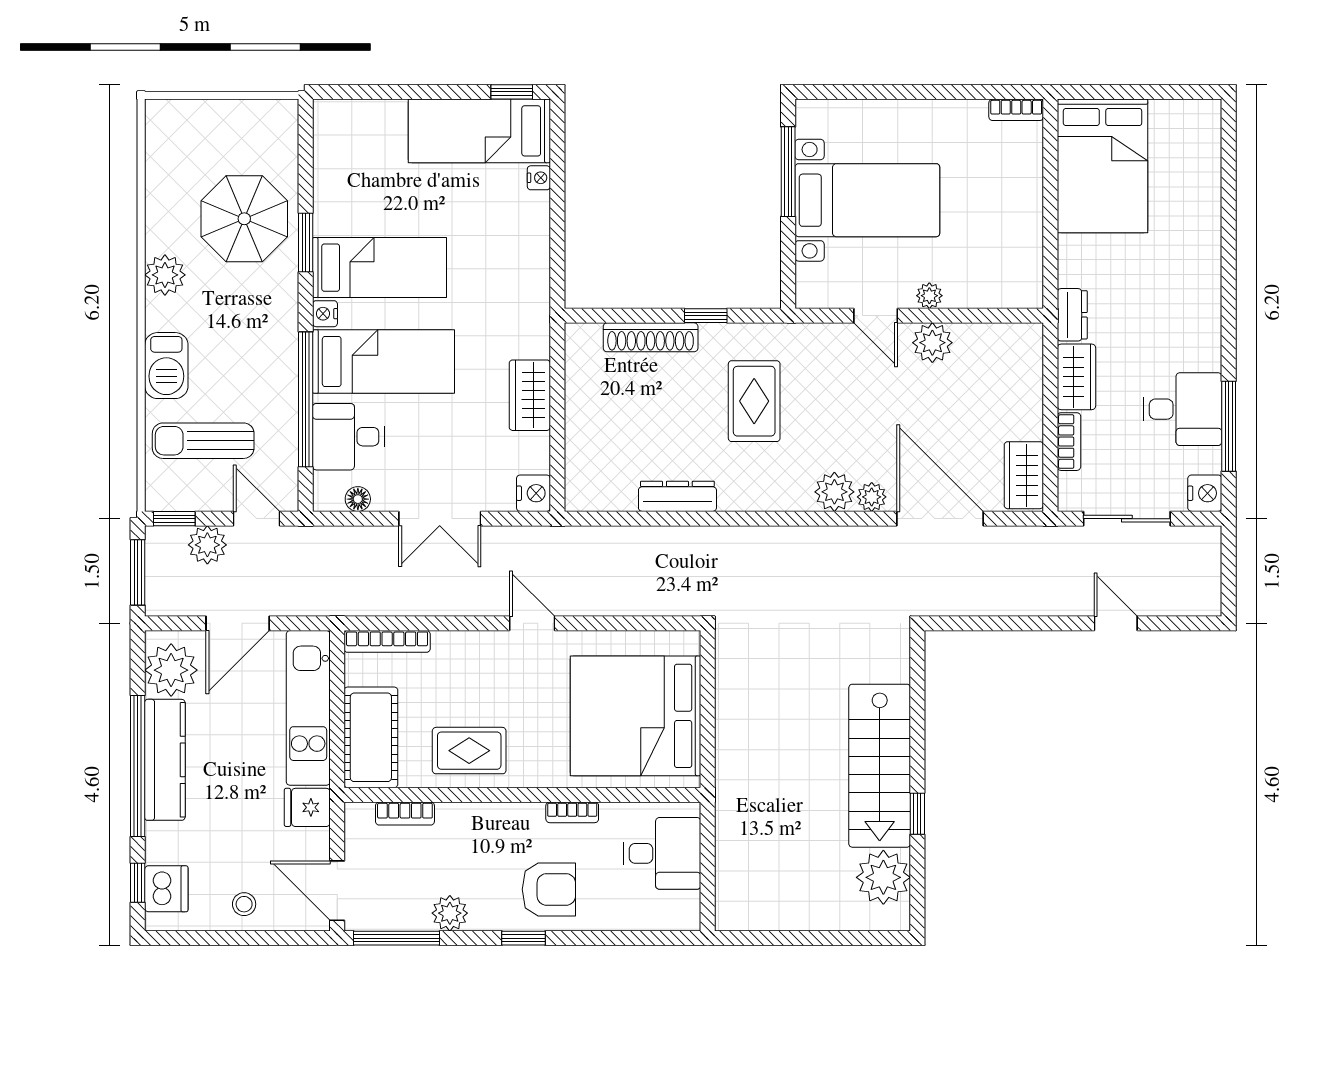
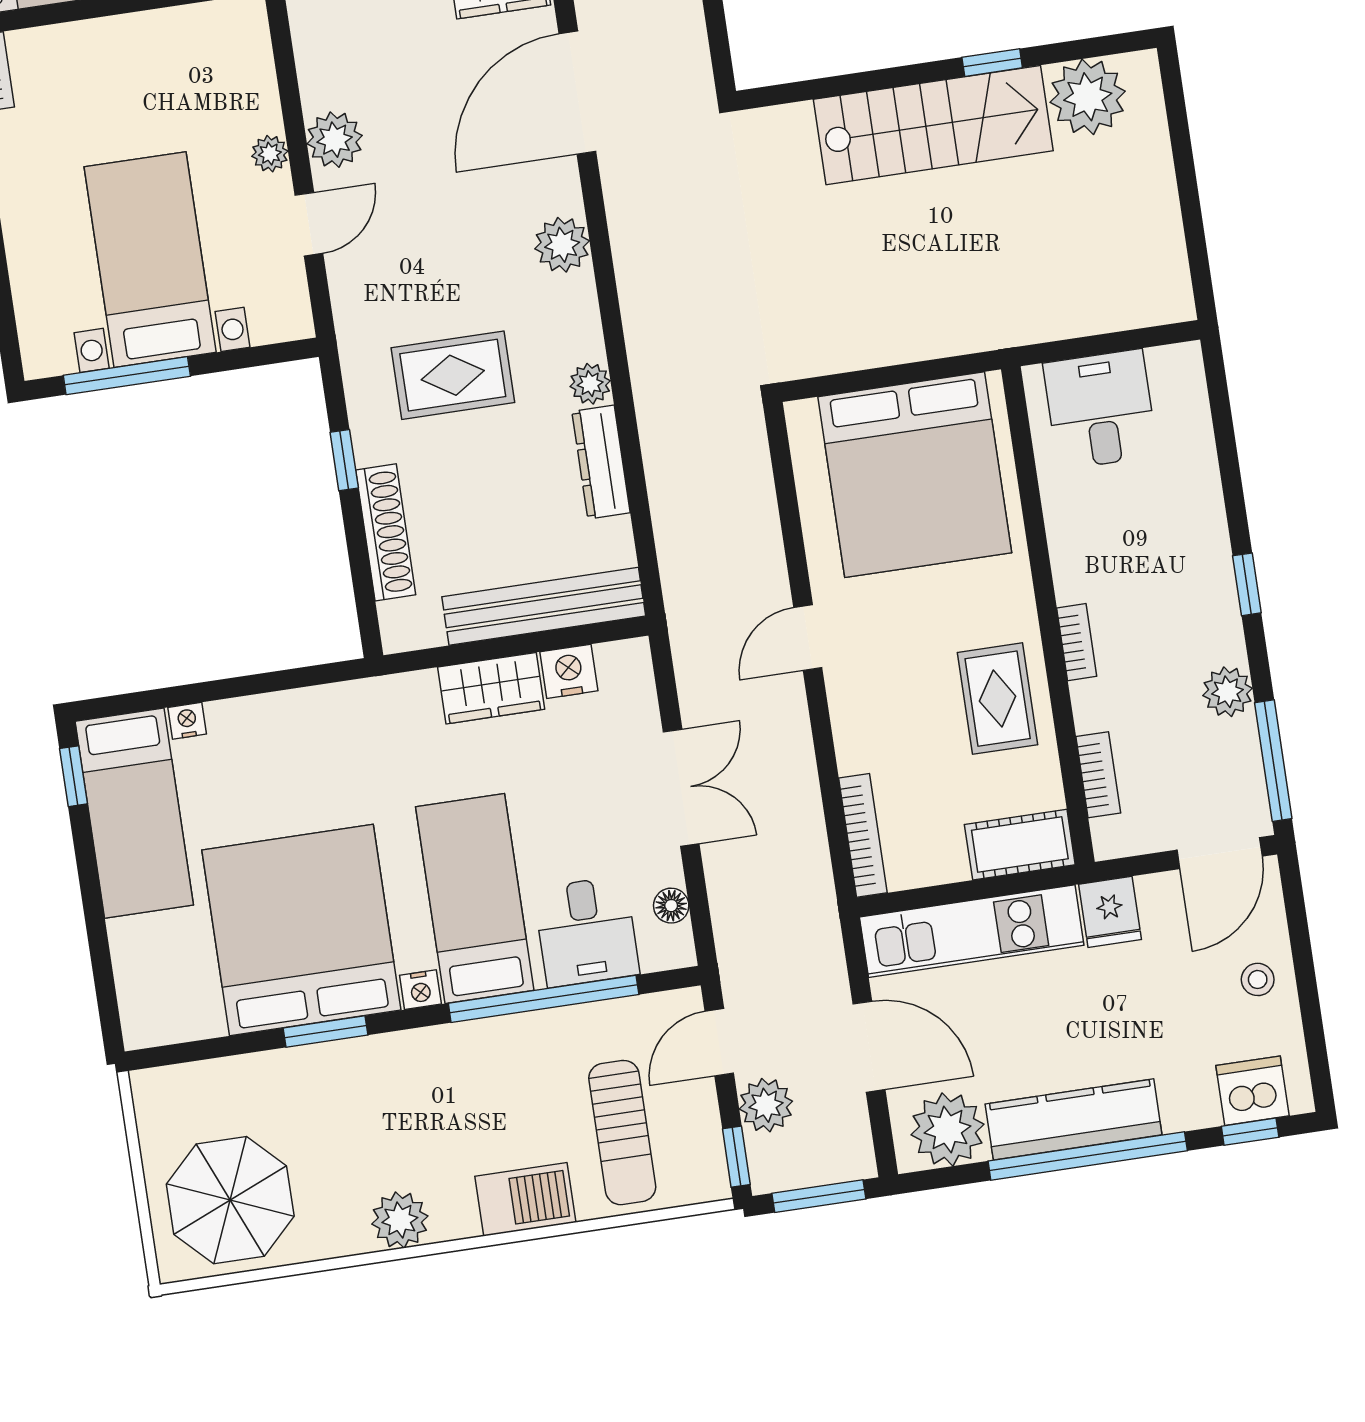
parasol: (244, 219) -> (230, 1200), moved
bed: (380, 268) -> (301, 930), width x2.04
bench: (582, 441) -> (544, 606), added
nightstand: (533, 493) -> (569, 671), moved
plant: (872, 497) -> (590, 384), moved
cot: (371, 737) -> (1020, 845), width x0.73, depth x0.75
bookcase: (572, 812) -> (1077, 642), moved
armchair: (549, 889) -> (1174, 559), removed

